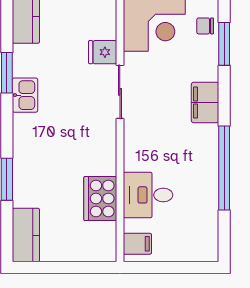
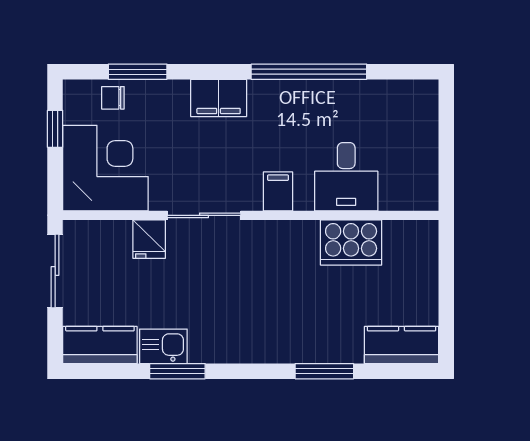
chair: (205, 26) -> (113, 98), turned 90
kitchen sink: (25, 95) -> (163, 346), moved
filing cabinet: (137, 244) -> (278, 191), moved

